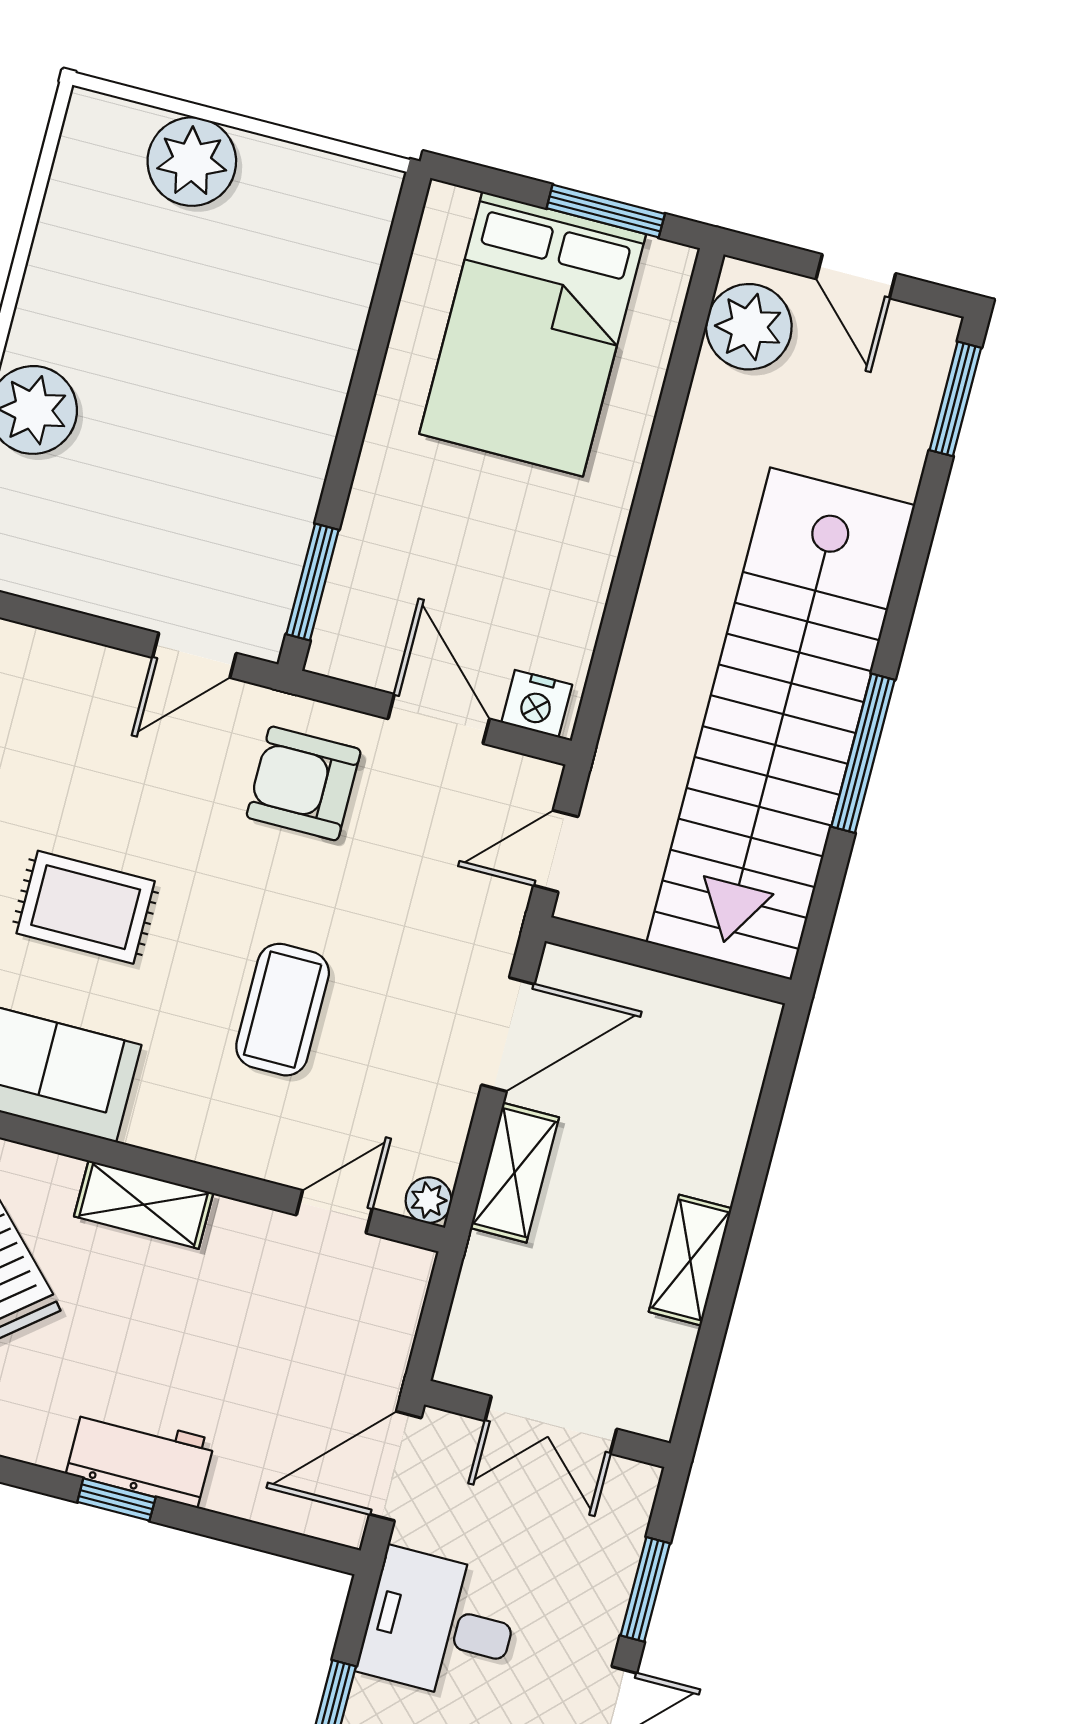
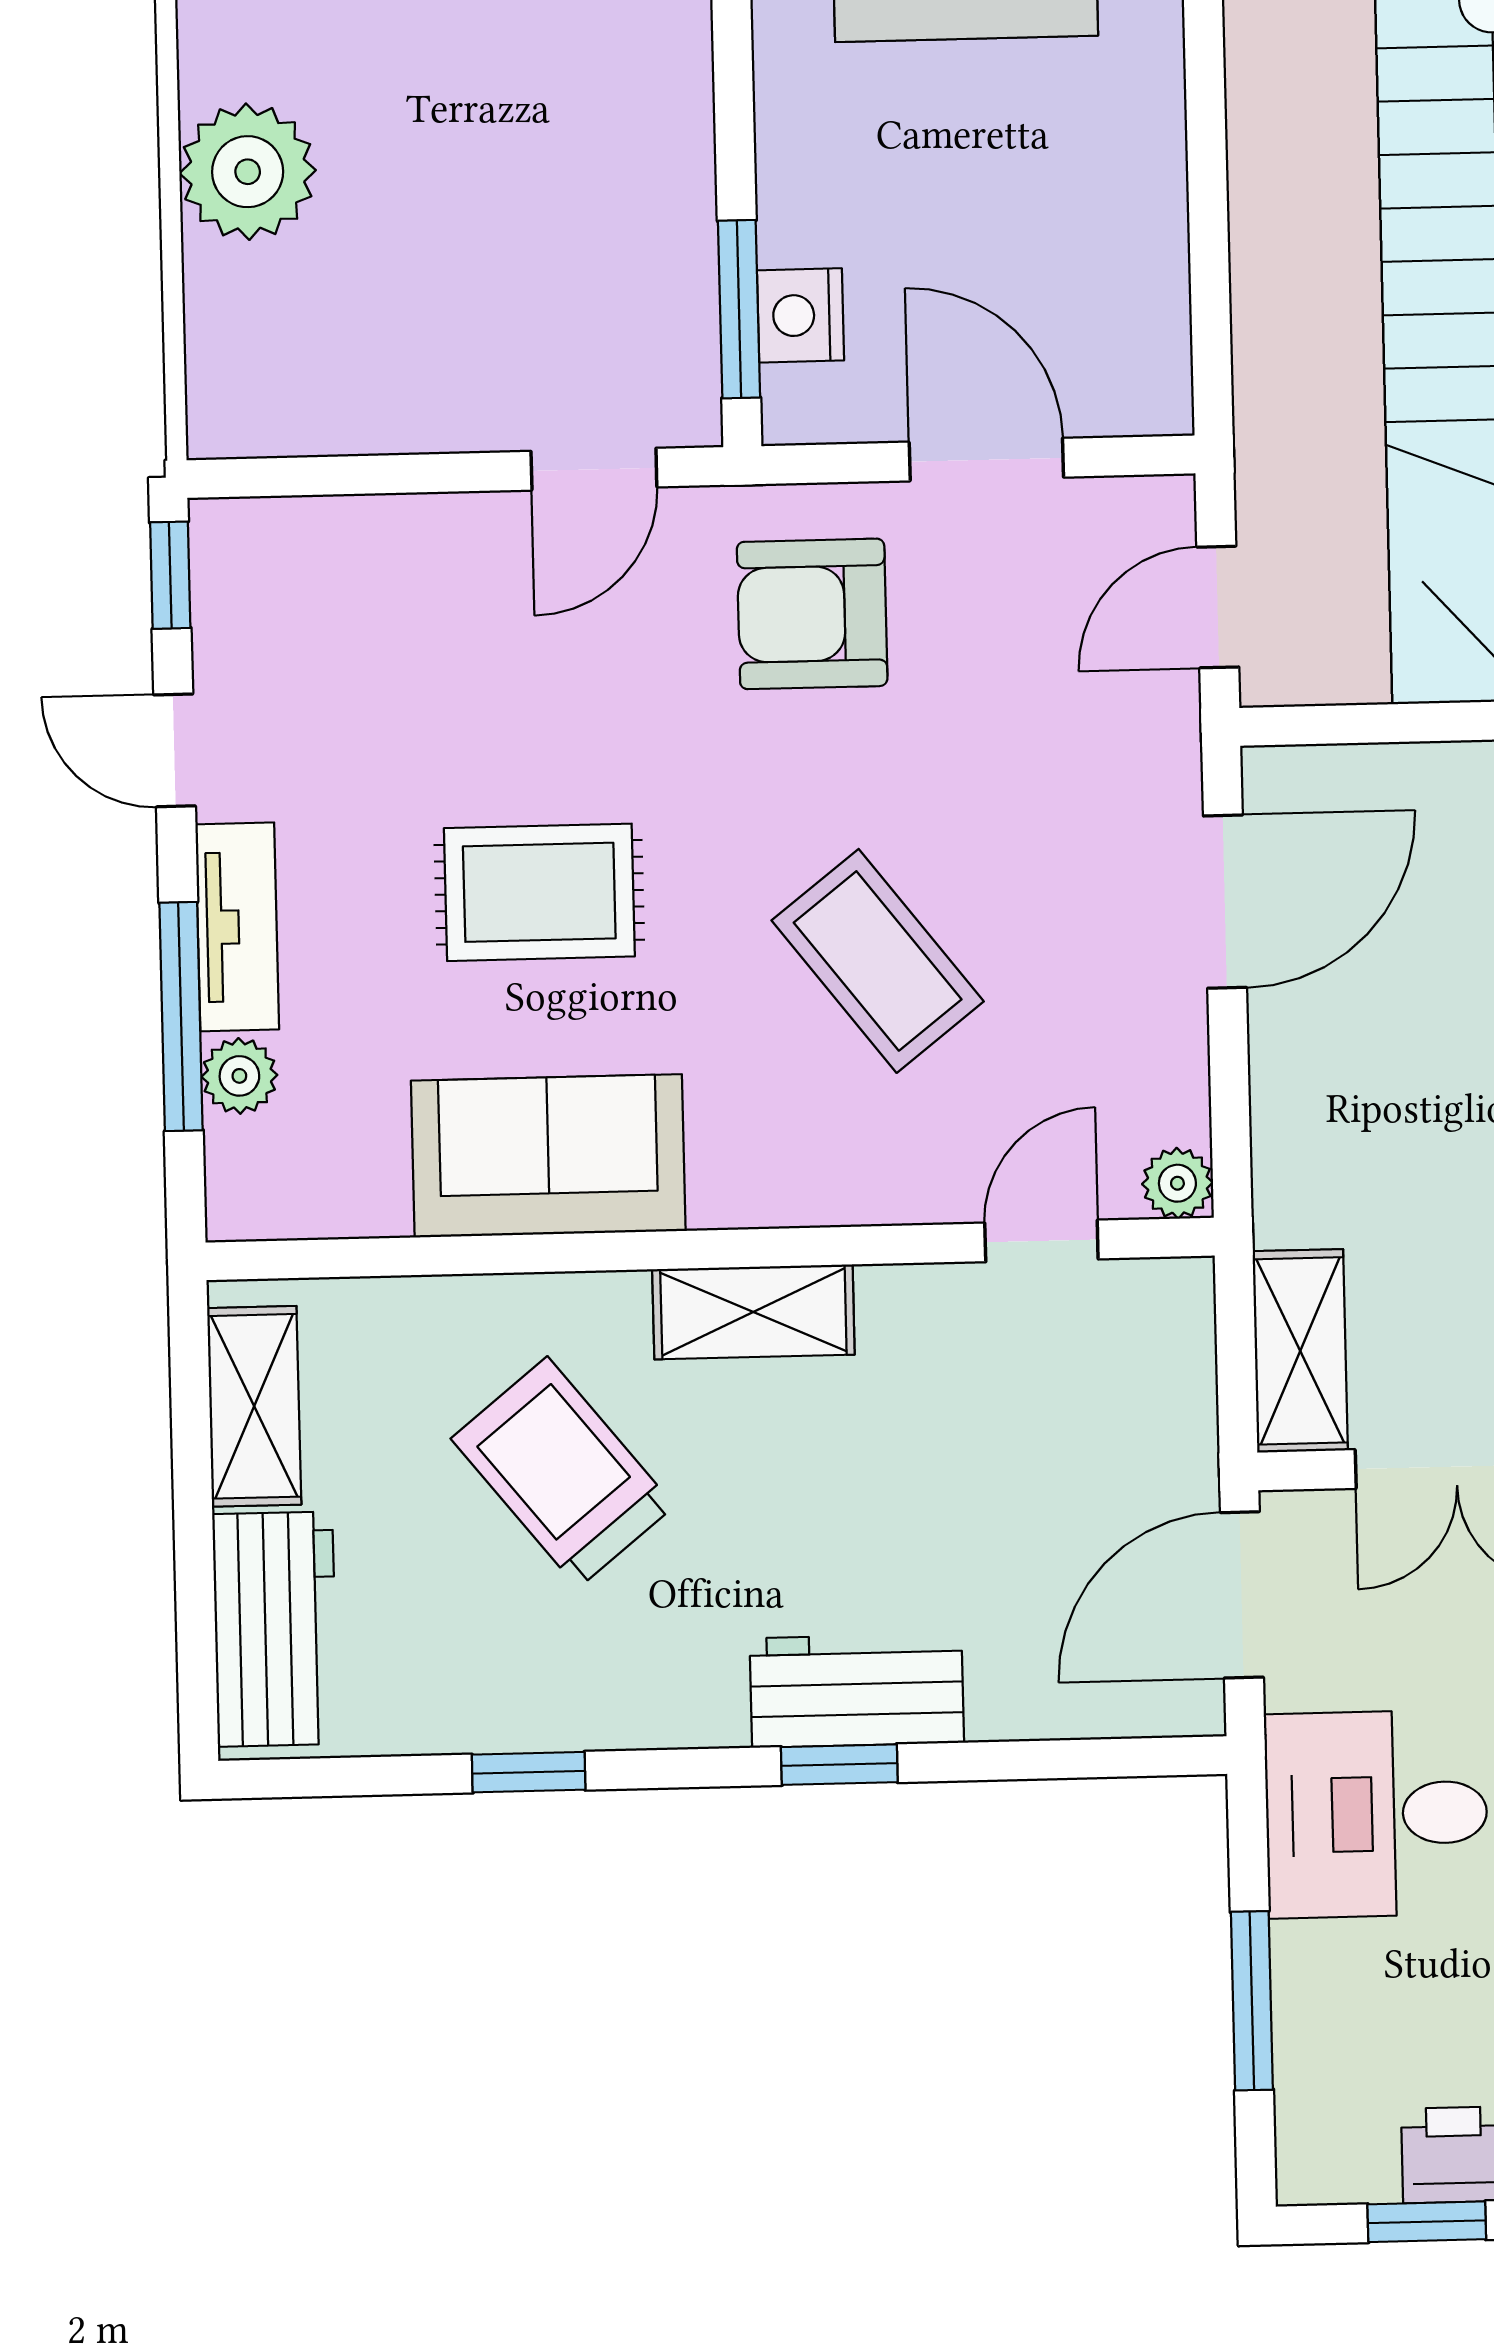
nightstand: (537, 704) -> (800, 315), moved, turned 90
coffee table: (283, 1010) -> (878, 961), turned -38
shelving: (515, 1173) -> (1300, 1351), moved

